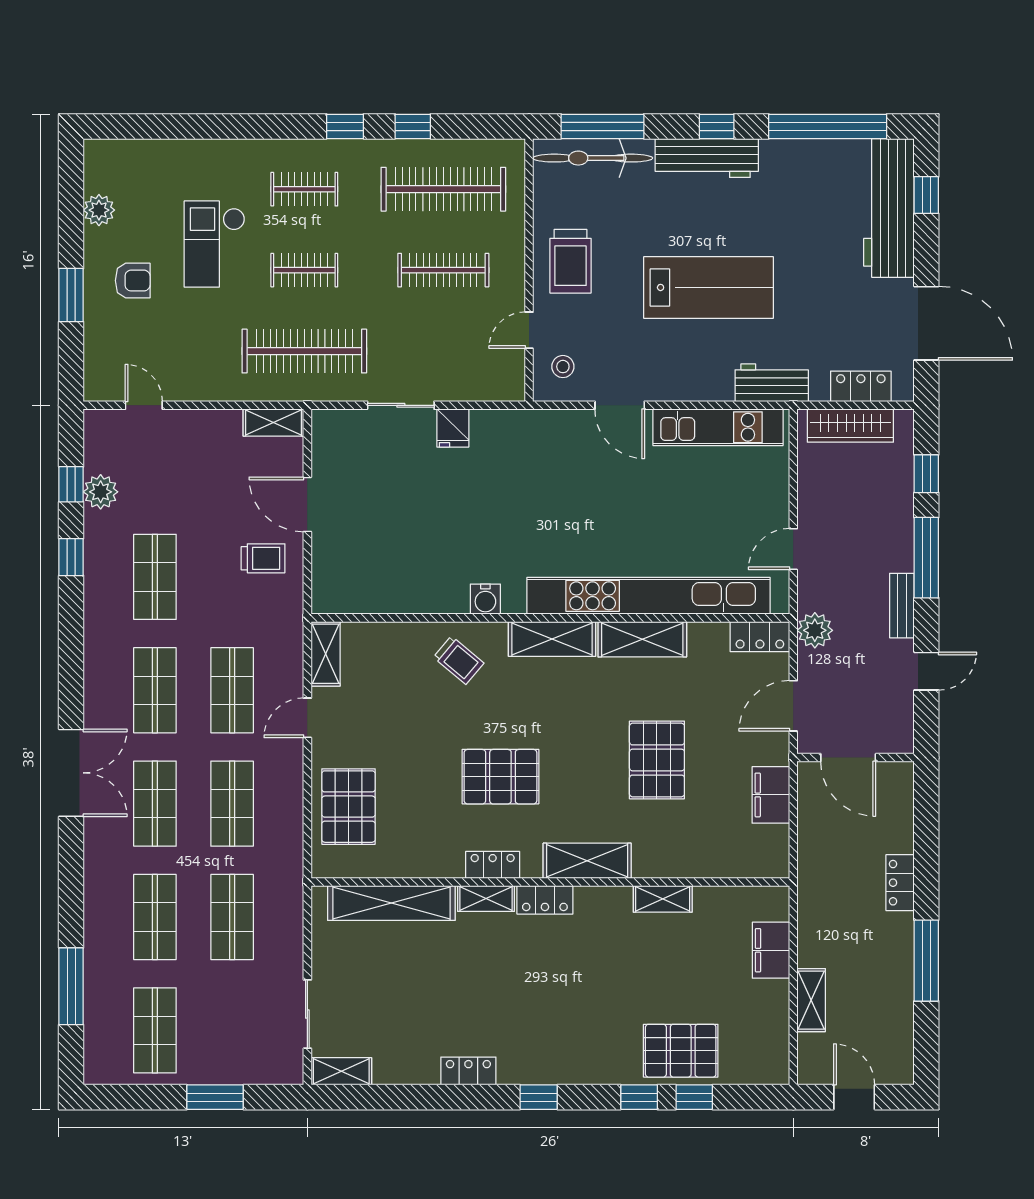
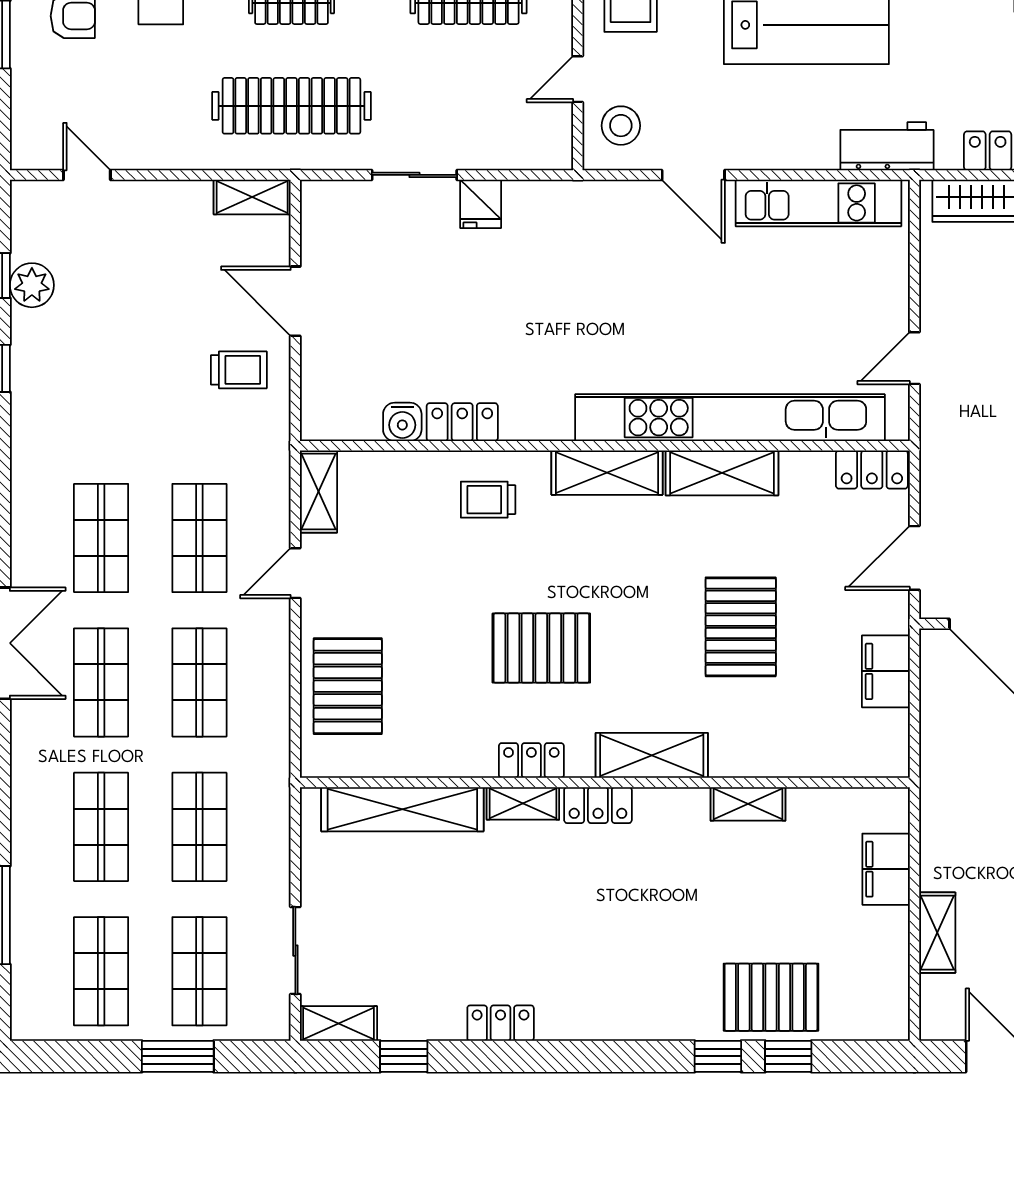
stool: (563, 367) -> (621, 126), width x1.37, depth x1.37
shop shelf: (155, 577) -> (199, 971), moved
locker: (438, 599) -> (462, 422), added
water cooler: (485, 599) -> (402, 422), moved
plant: (815, 630) -> (942, 462), removed
trolley: (459, 660) -> (488, 500), turned 140
window: (539, 1097) -> (404, 1056), moved

